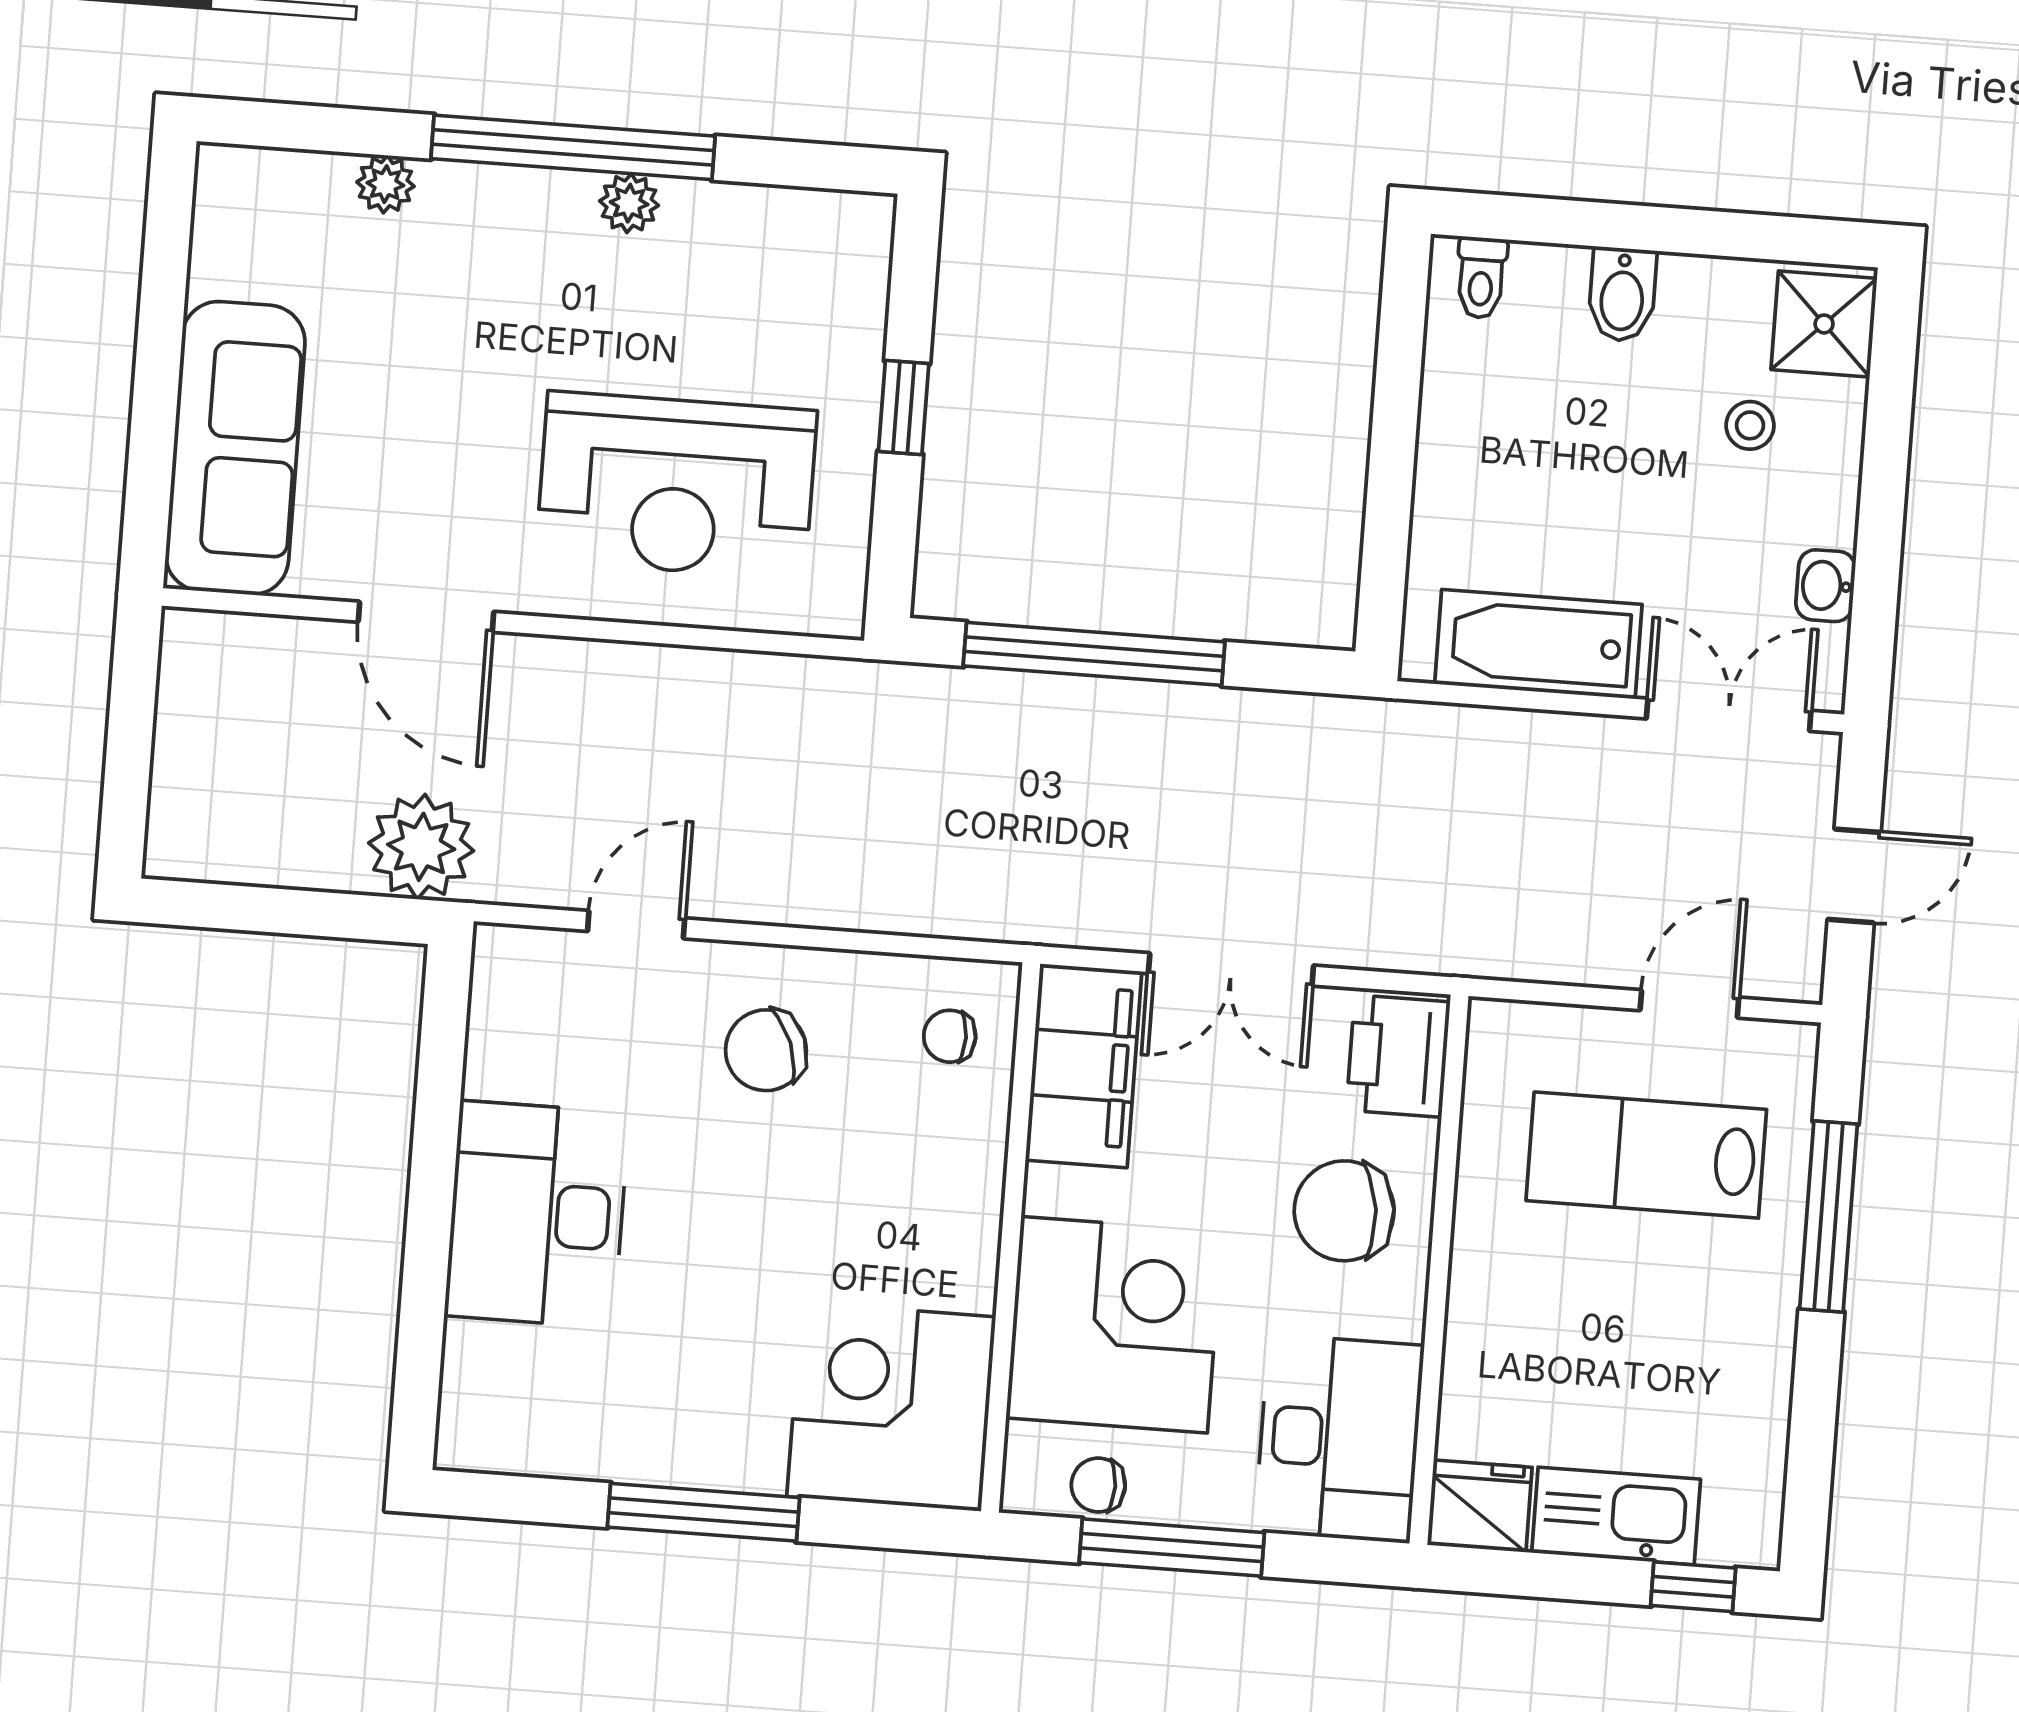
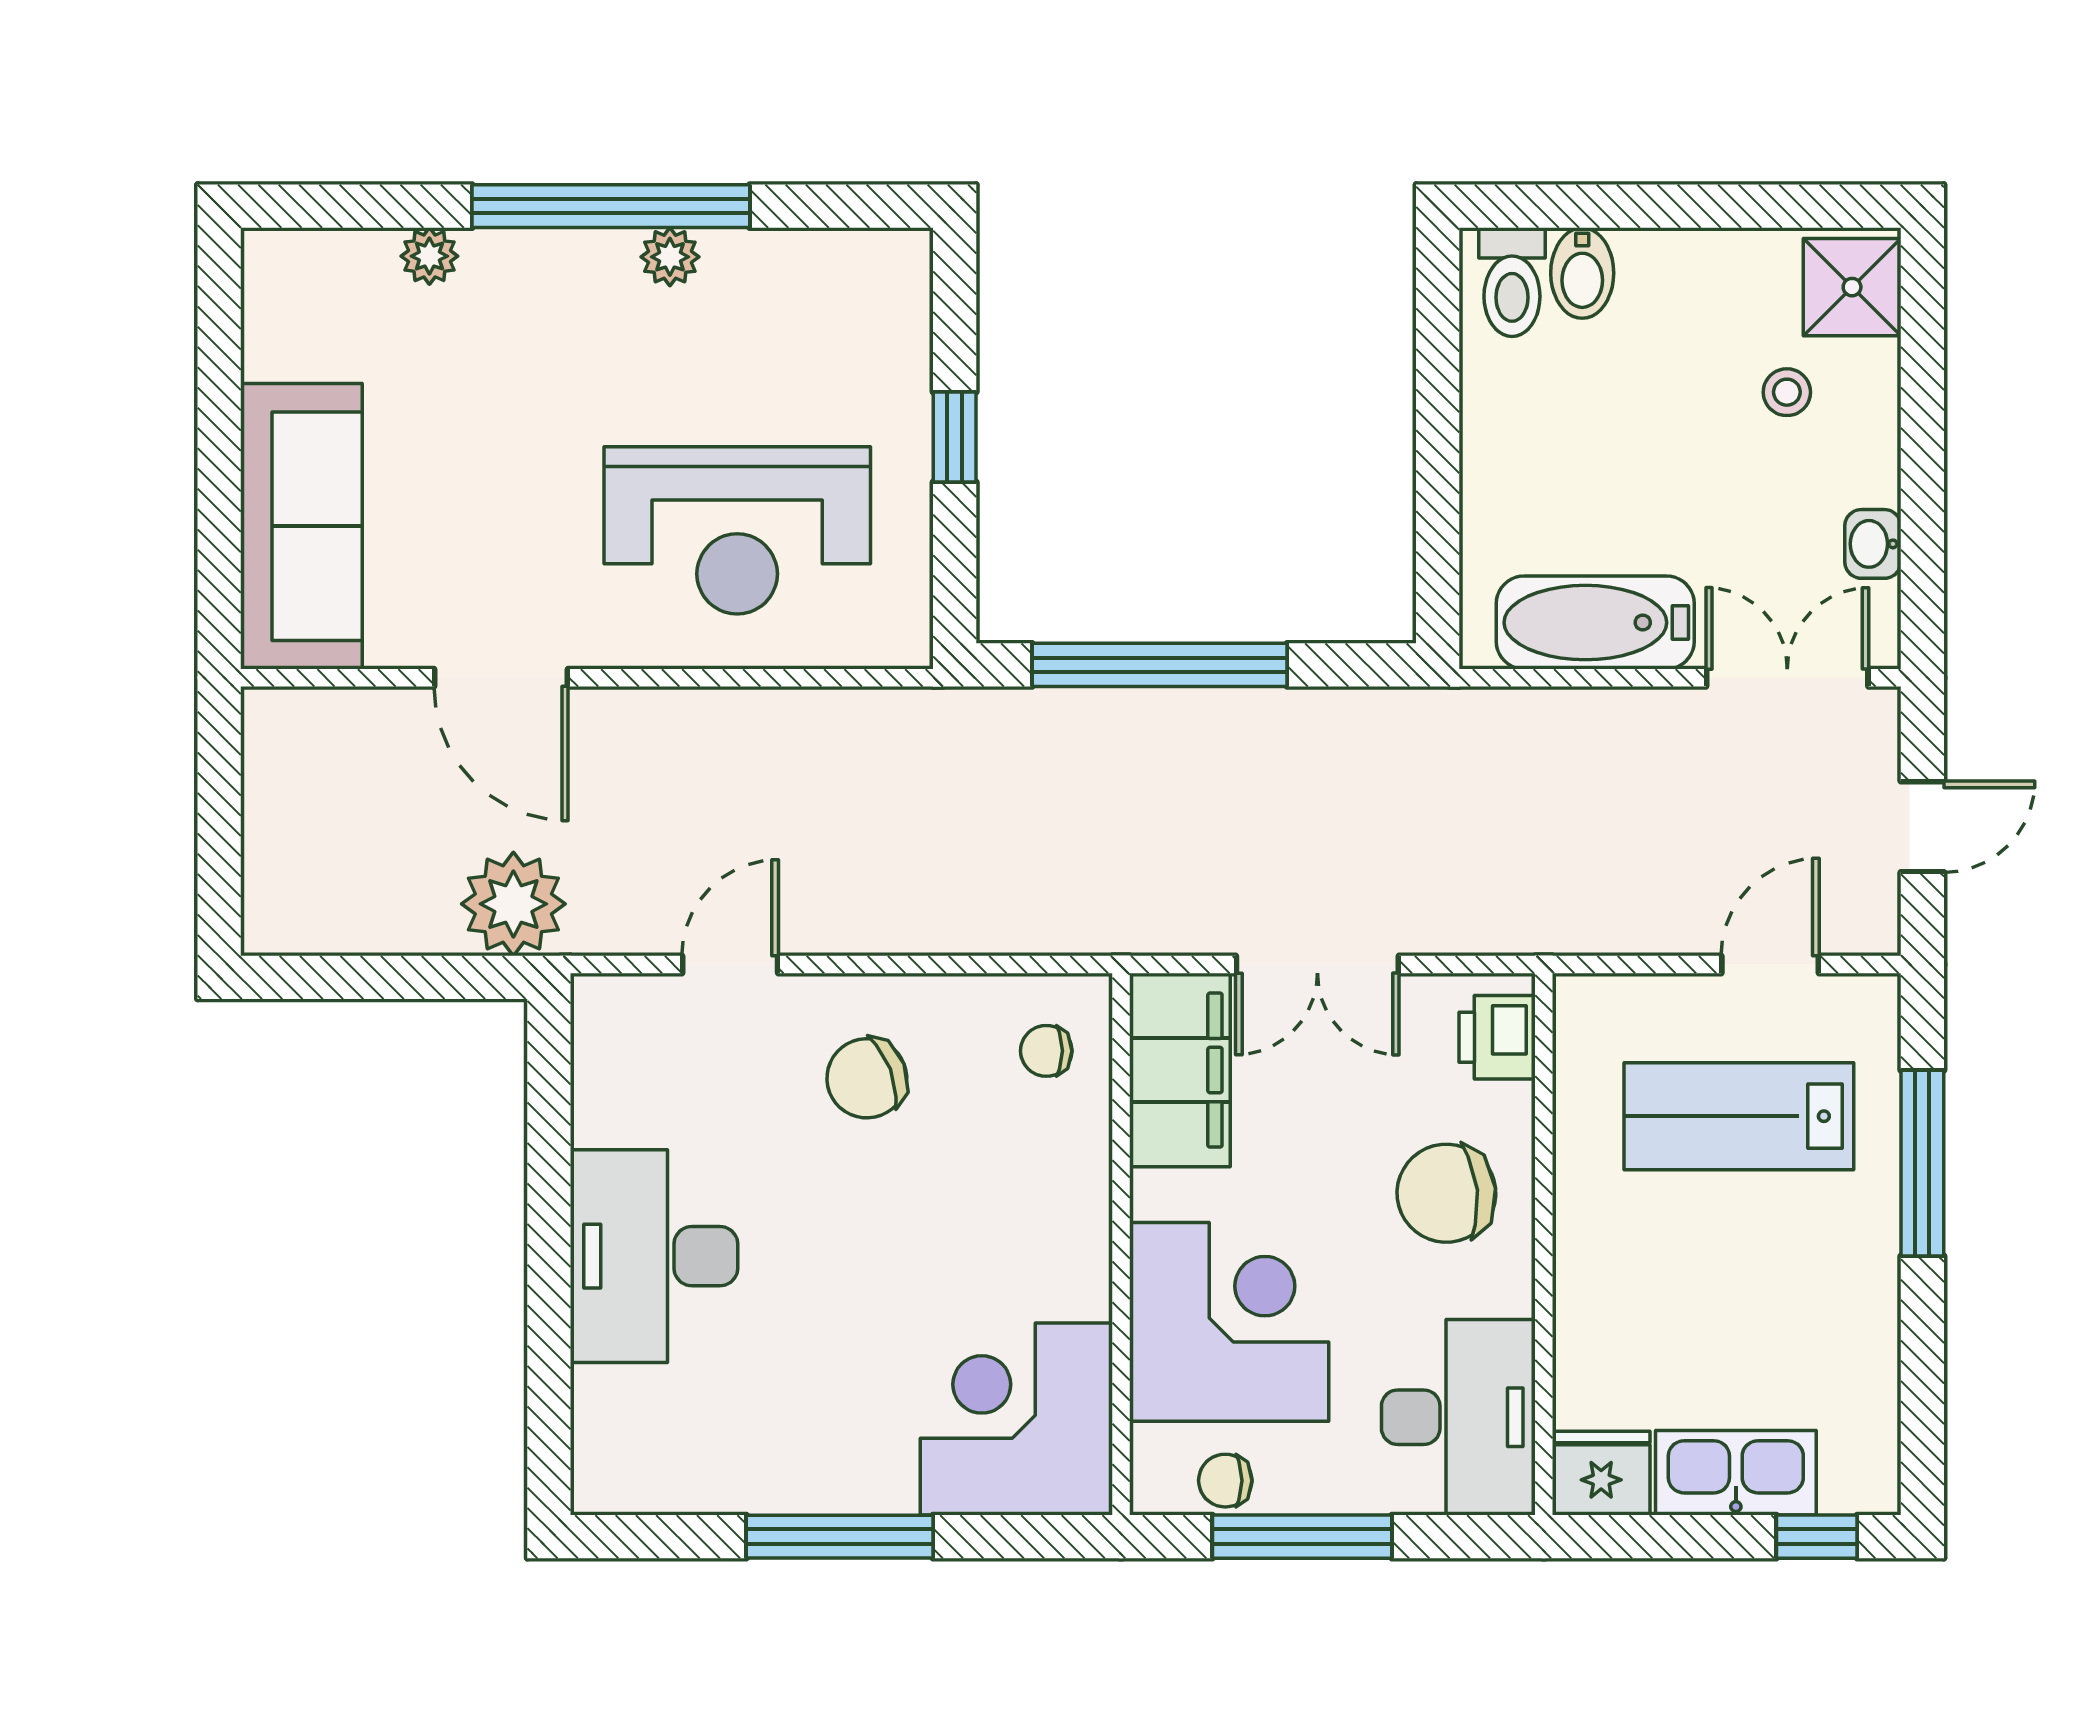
toilet: (1481, 278) -> (1512, 282), width x1.37, depth x1.39
bidet: (1622, 294) -> (1582, 273), moved
printer: (1398, 1056) -> (1497, 1037), width x0.73, depth x0.81

